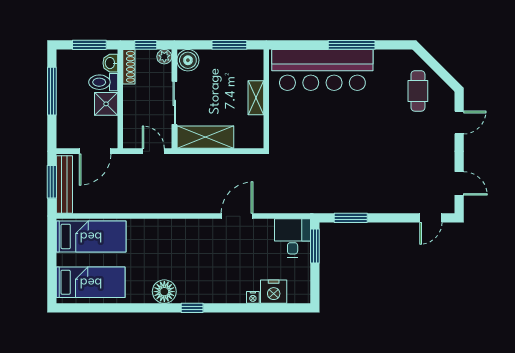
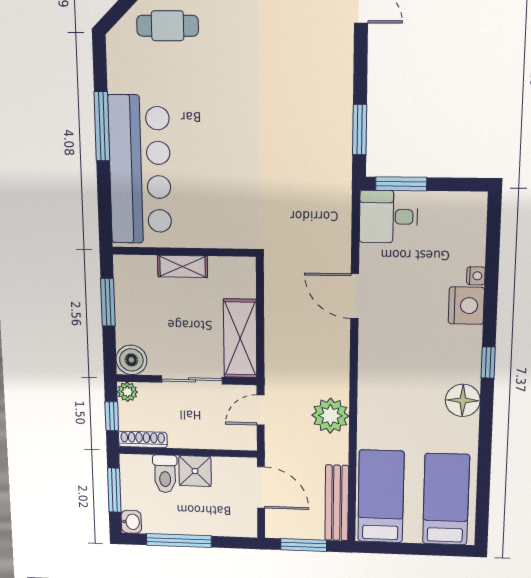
washbasin: (110, 63) -> (131, 522), moved, turned -90
bench: (64, 185) -> (337, 503), moved, turned 90
plant: (151, 200) -> (330, 416), added
nightstand: (274, 292) -> (466, 306), moved

